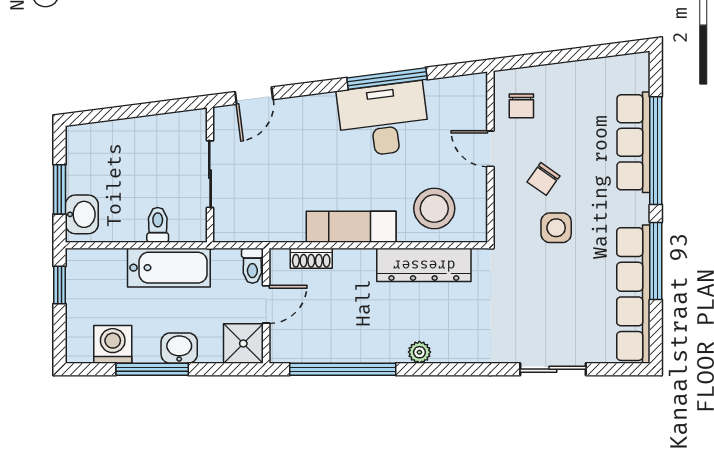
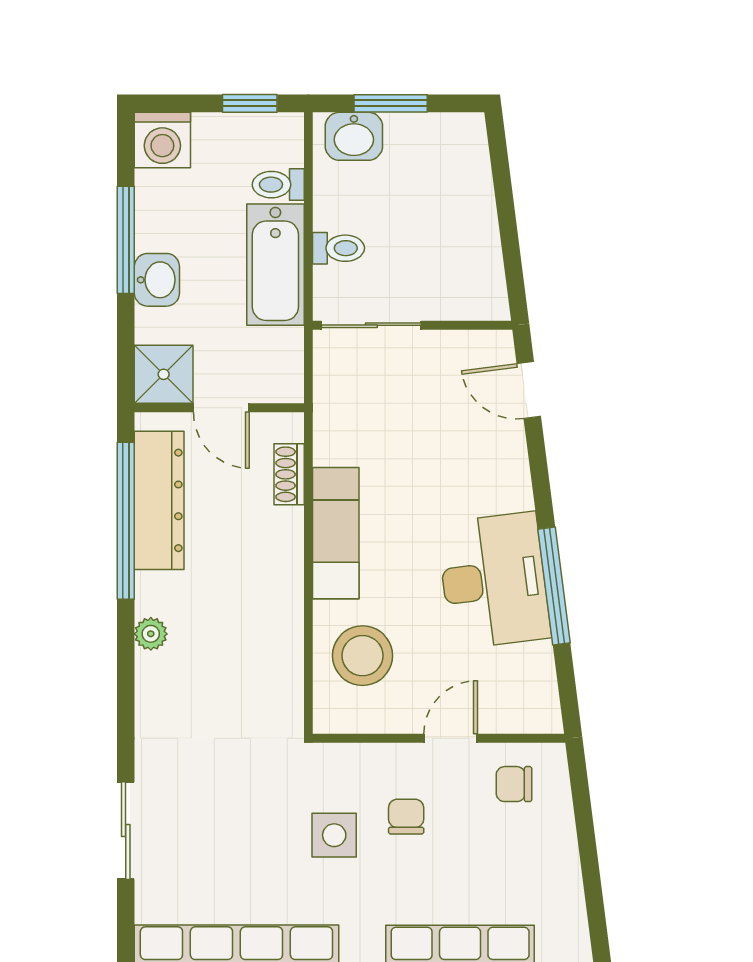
sliding door: (210, 174) -> (371, 325), moved
chair: (543, 179) -> (406, 817), turned 55
dresser: (424, 265) -> (159, 500), moved, turned 180
toilet: (252, 266) -> (278, 185), moved
washing machine: (113, 344) -> (162, 140), moved, turned 90

